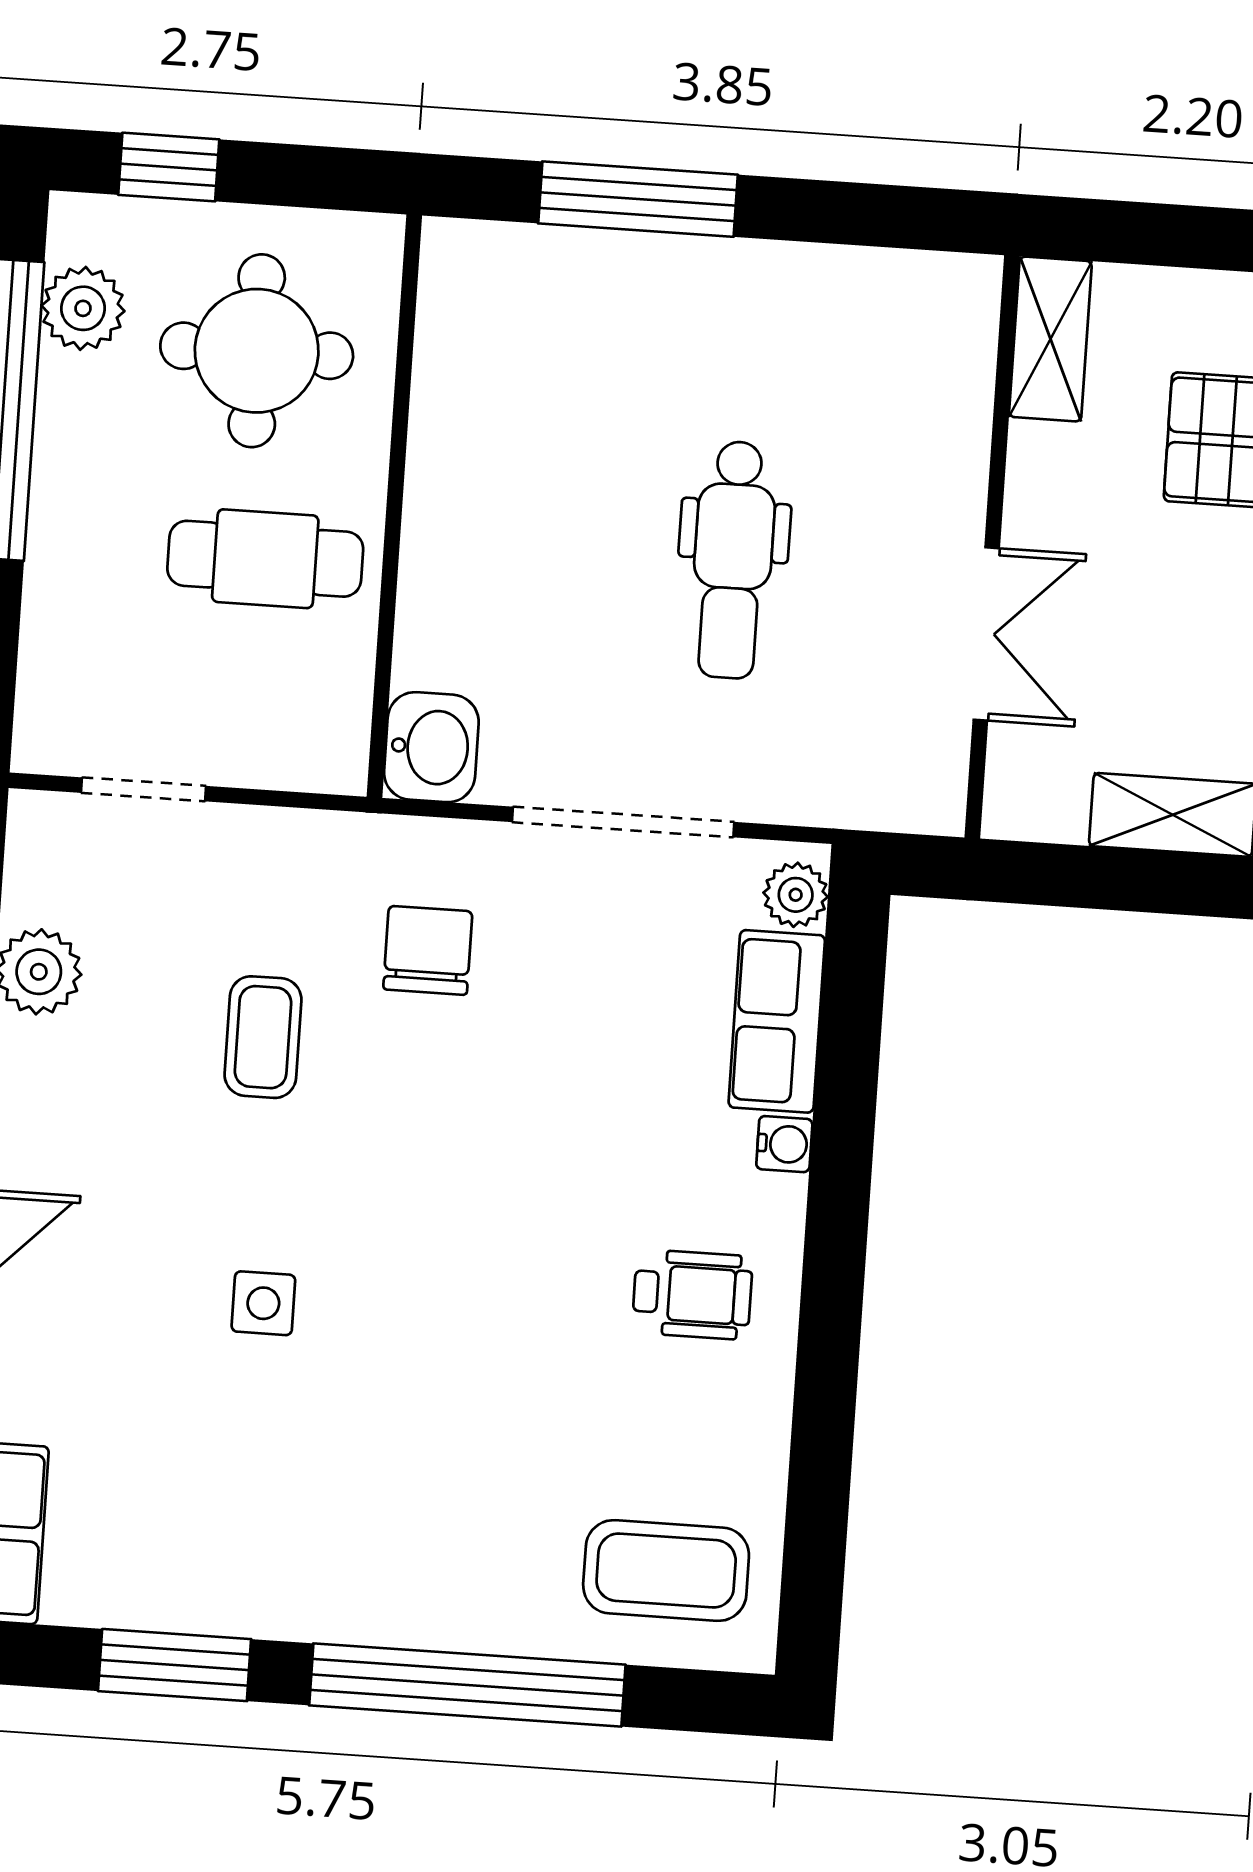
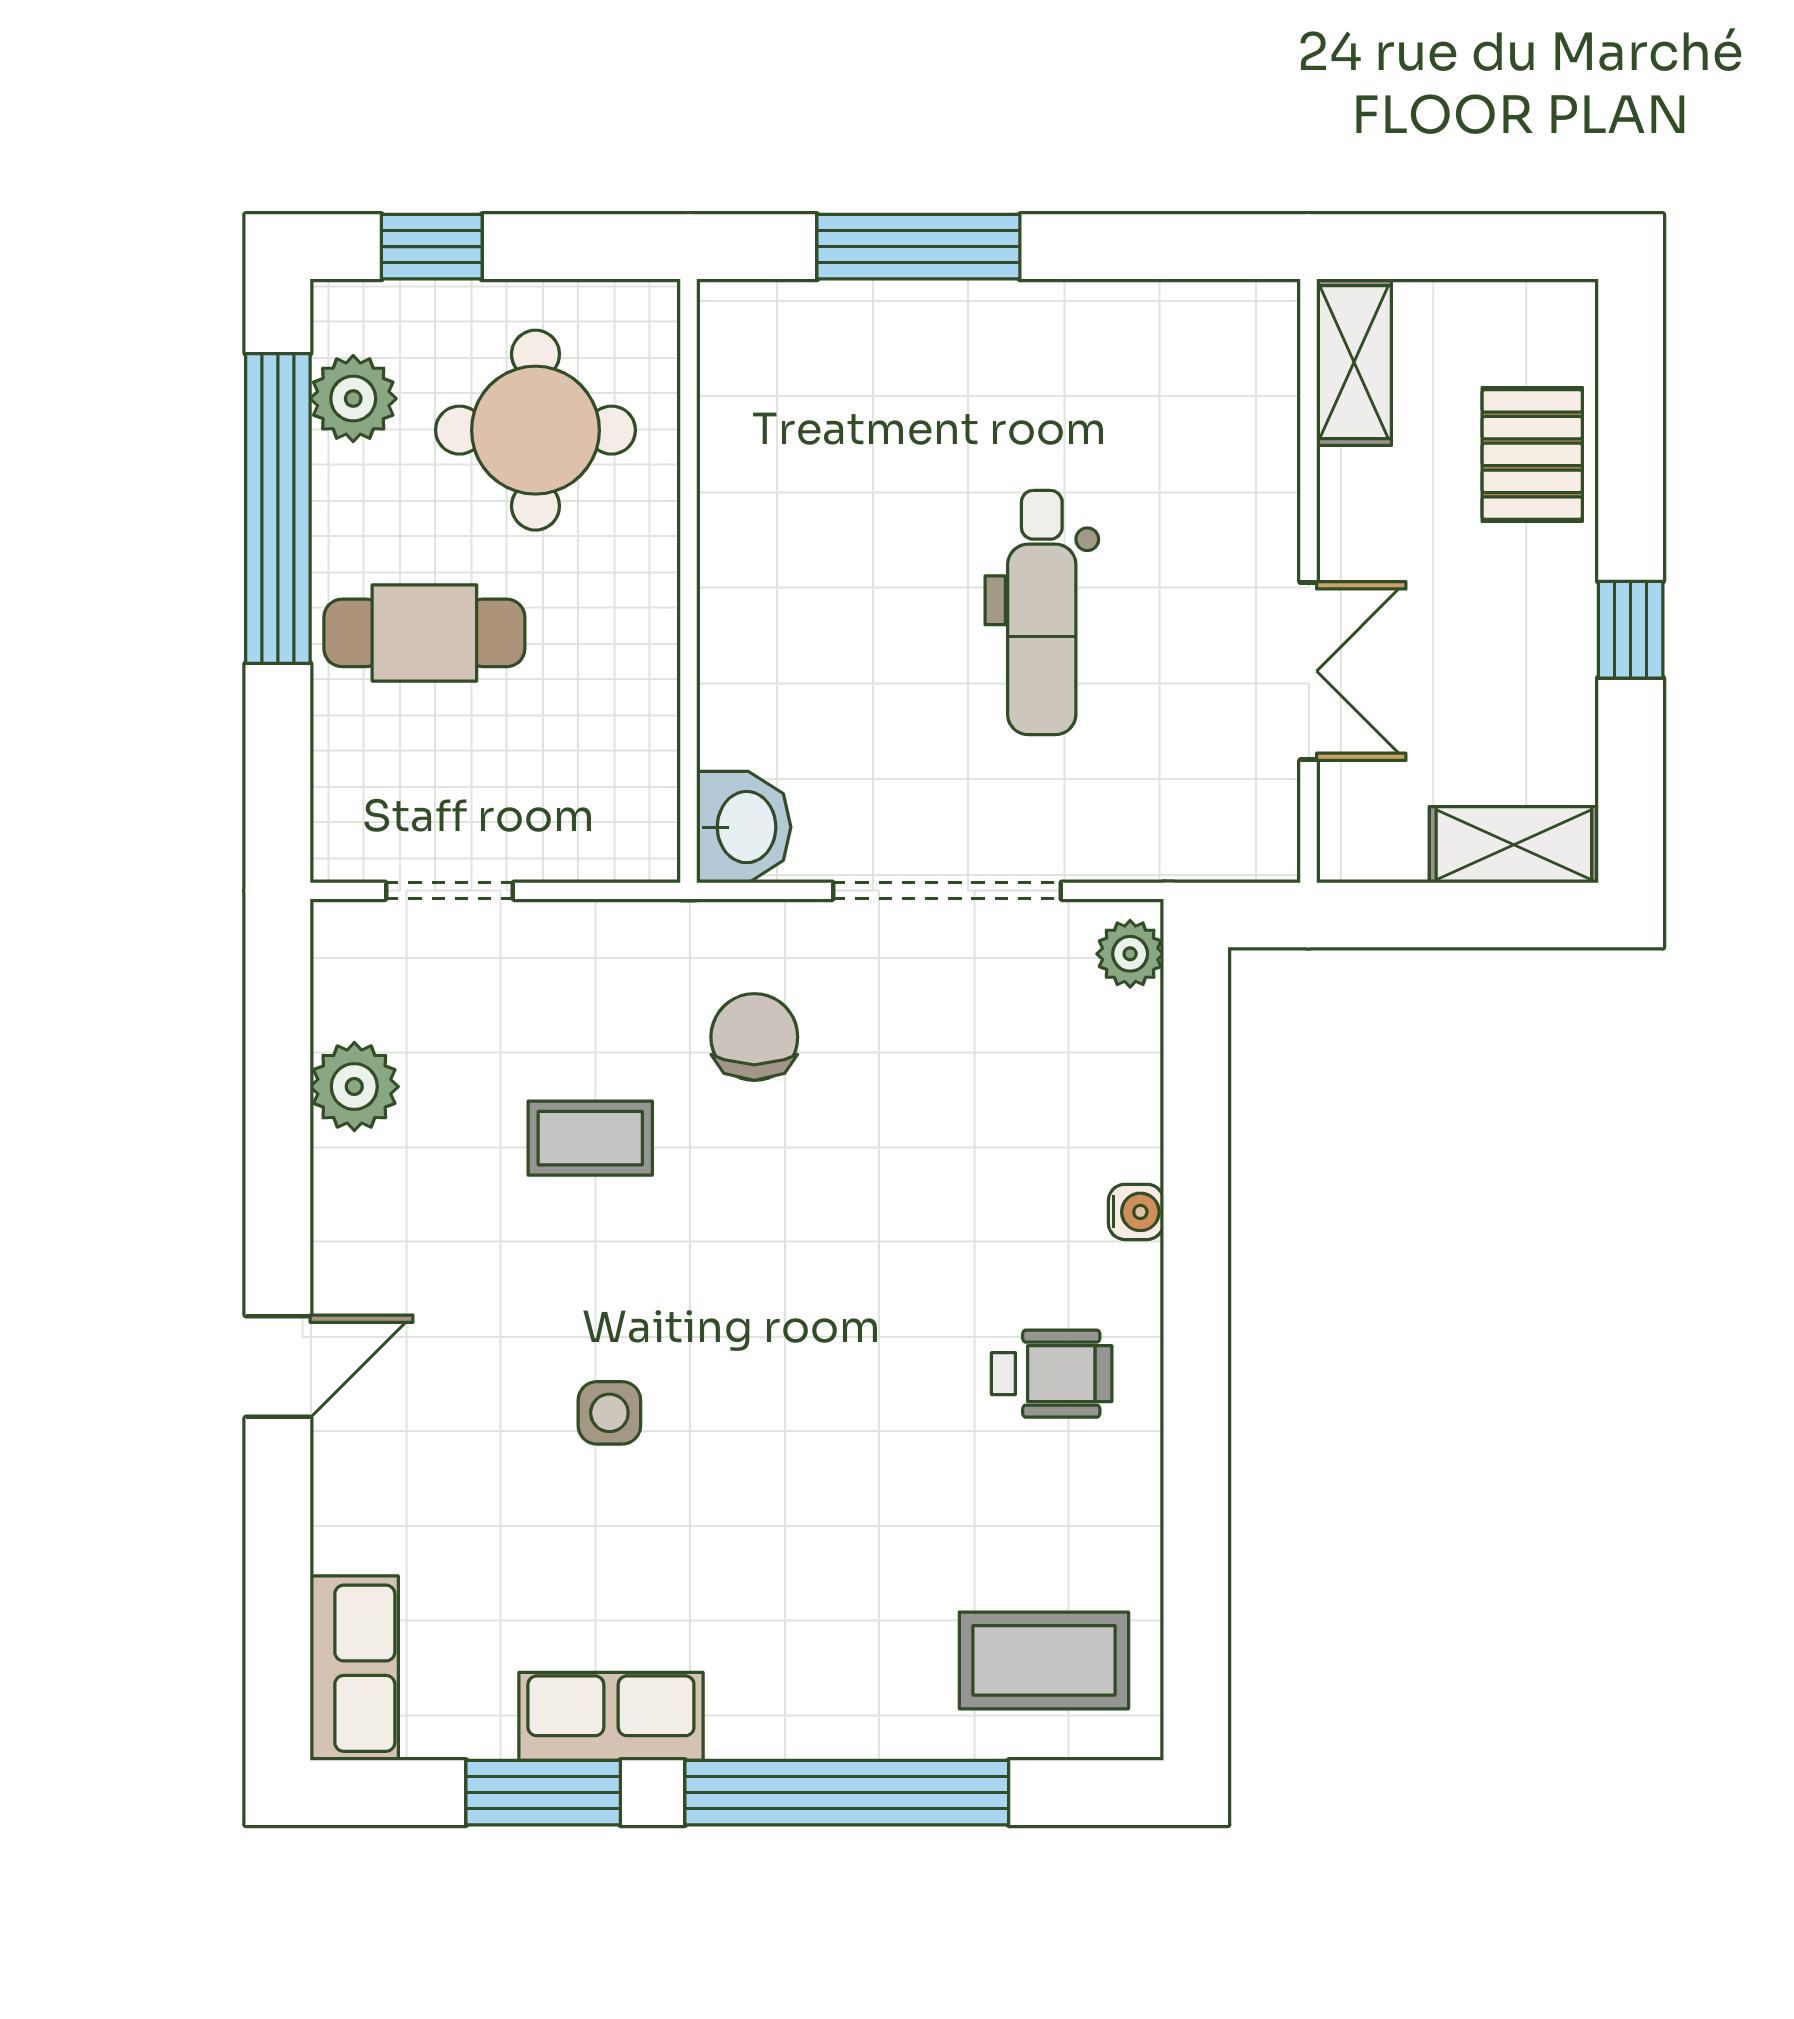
cafe table: (265, 559) -> (424, 633), moved
row of seats: (777, 1021) -> (611, 1716), moved, turned 90
coffee table: (263, 1037) -> (590, 1138), turned 90

